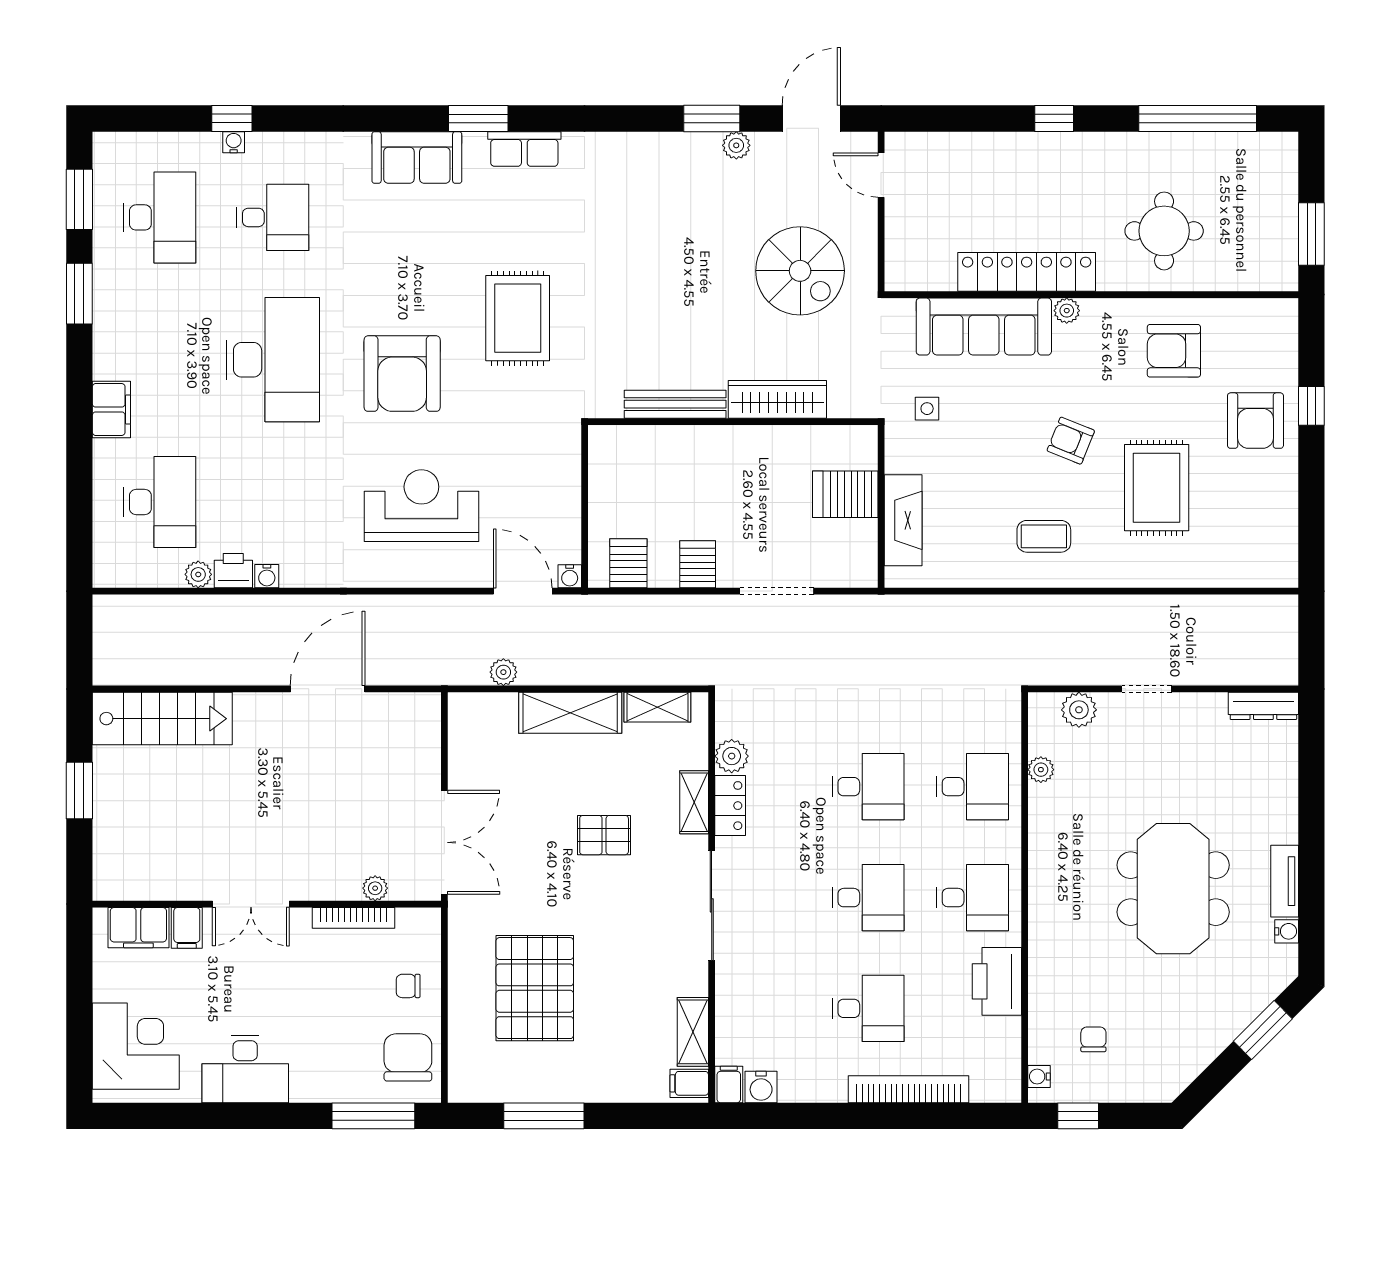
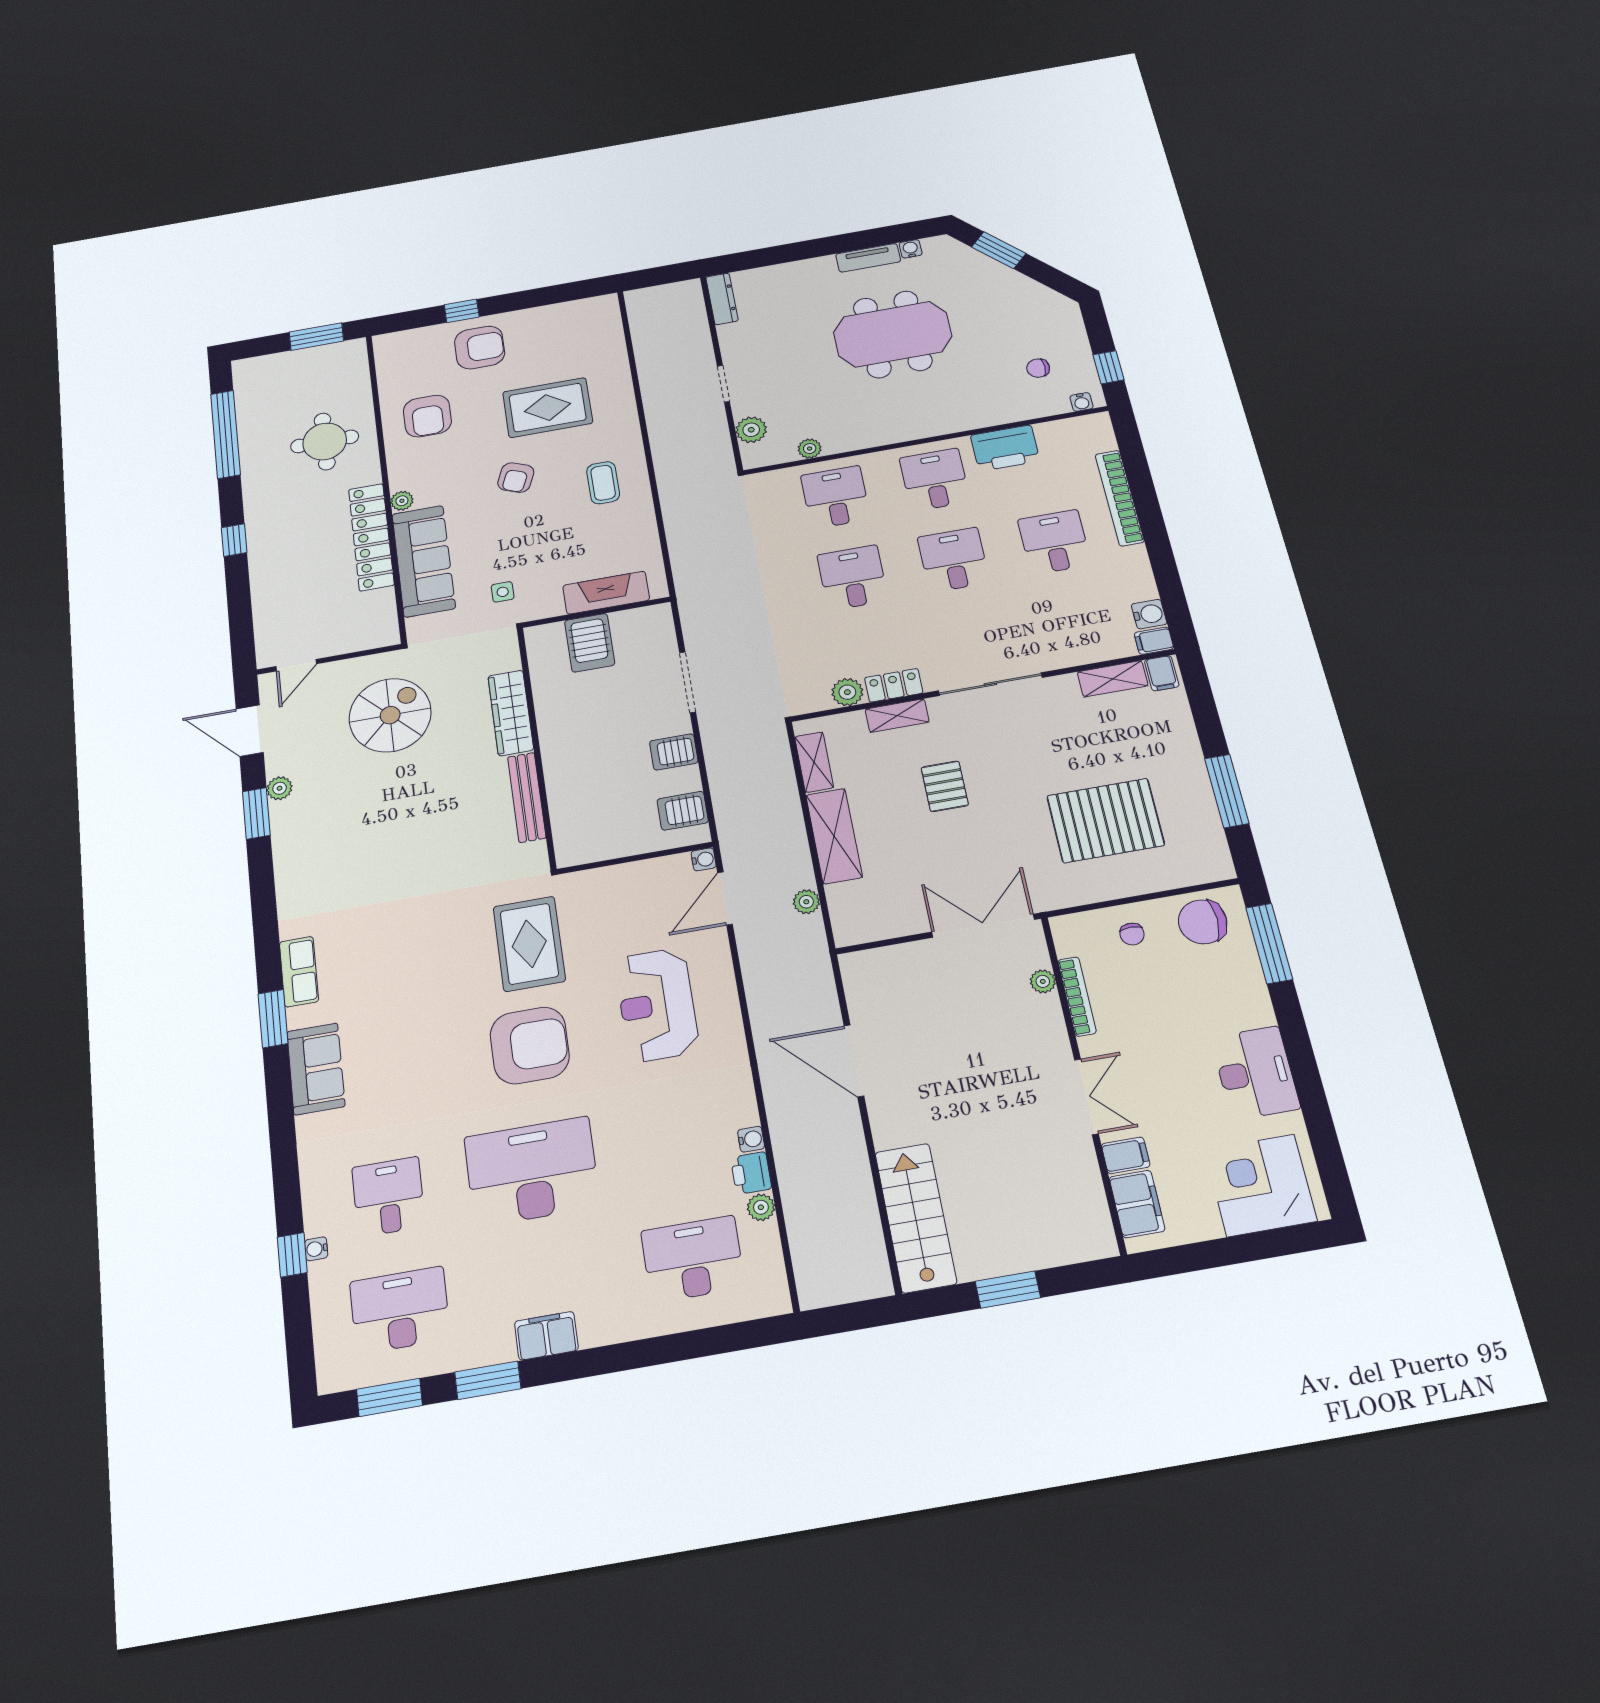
rug: (518, 318) -> (529, 944), moved, turned 90
filing cabinet: (111, 410) -> (546, 1336), moved

